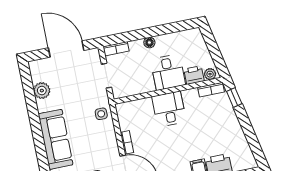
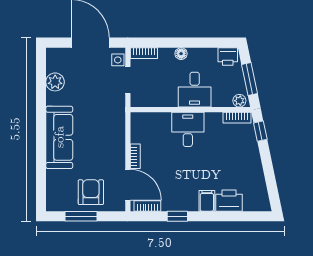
window: (215, 53) -> (249, 79), added
printer: (194, 75) -> (228, 56), moved, turned 180
side table: (101, 114) -> (118, 60), moved

